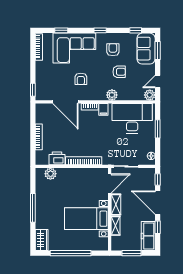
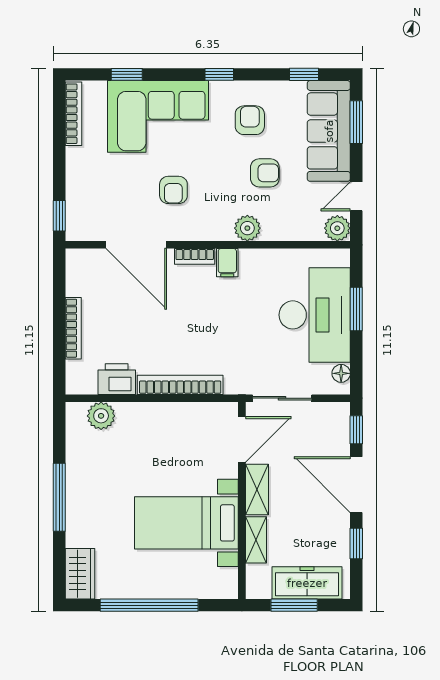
sofa: (146, 49) -> (329, 131), width x1.36
desk: (132, 118) -> (315, 315), moved, turned 90
freezer: (148, 236) -> (307, 583), moved, turned 90

